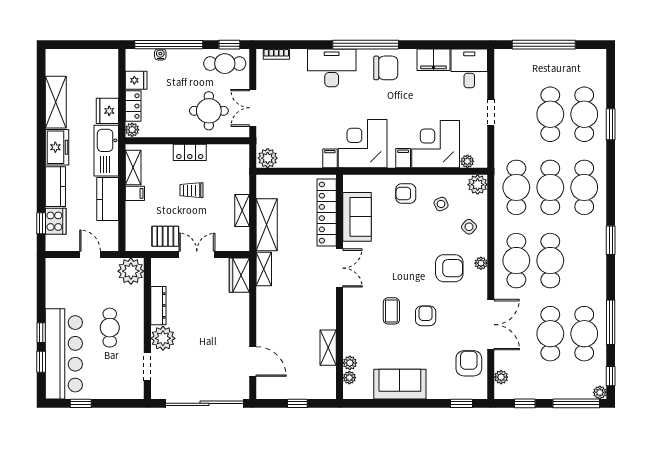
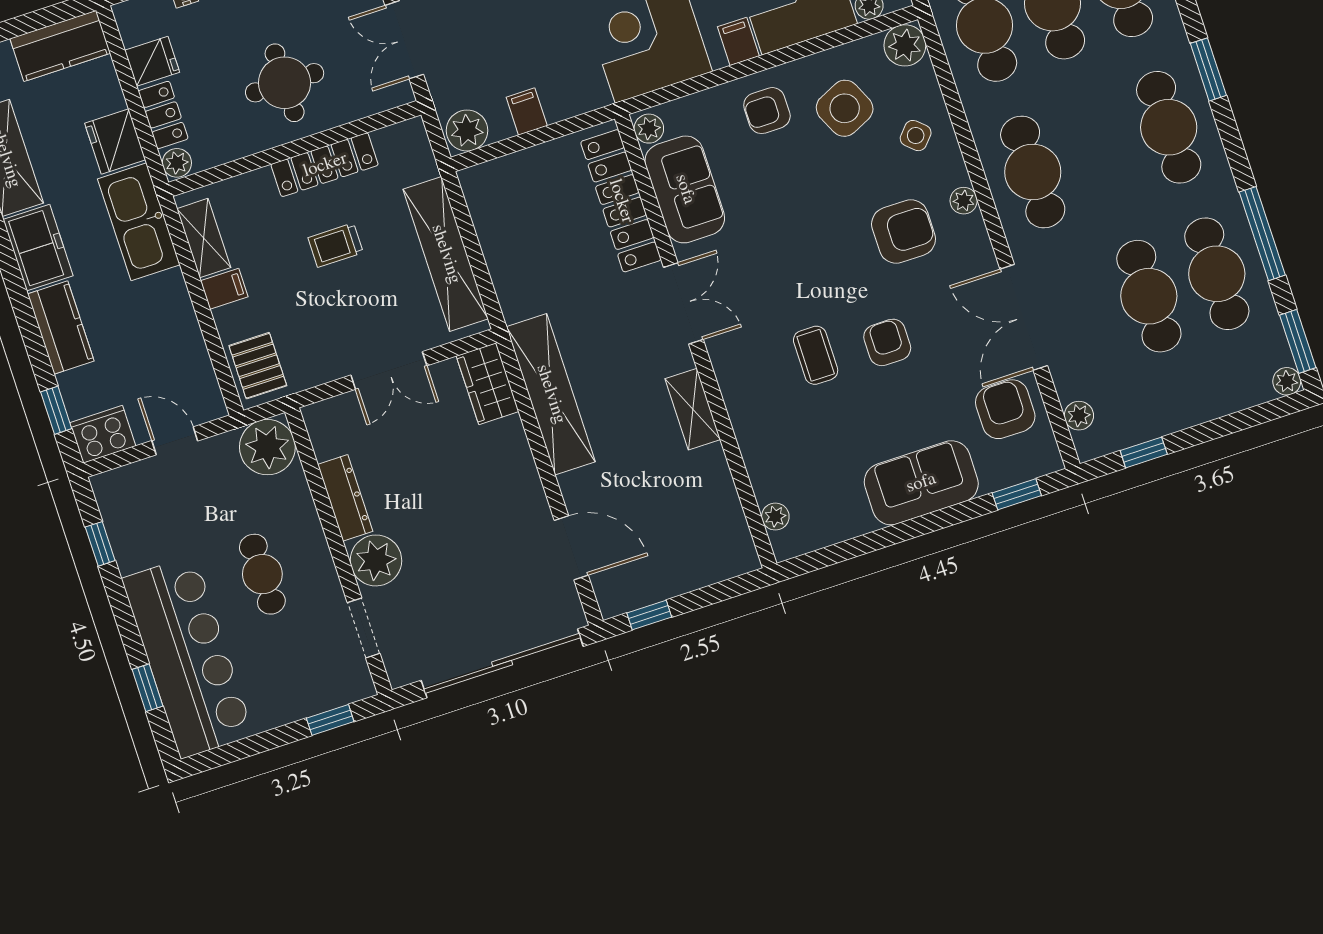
round table: (209, 111) -> (285, 83), moved
locker: (190, 152) -> (325, 165), width x1.53
filing cabinet: (330, 158) -> (527, 111), moved
kitchen counter: (108, 199) -> (60, 46), moved, turned -90
side table: (441, 204) -> (845, 108), width x1.87, depth x1.87
shelving: (242, 211) -> (446, 254), width x2.20, depth x1.33
cooker: (56, 221) -> (103, 434), moved, turned -90
shelving: (267, 225) -> (509, 265), removed
pallet: (165, 236) -> (258, 366), moved, turned 90
double door: (197, 255) -> (389, 370), swing flipped
cafe table: (550, 261) -> (1169, 127), moved
shelving: (264, 269) -> (551, 394), width x2.20, depth x1.33
double door: (491, 325) -> (1024, 317), swing flipped
window: (41, 333) -> (100, 544), moved
shelving: (328, 348) -> (693, 409), moved
plant: (350, 363) -> (649, 129), moved
window: (611, 376) -> (1298, 341), width x1.50
sofa: (400, 384) -> (921, 483), moved
window: (81, 403) -> (330, 720), moved
window: (297, 403) -> (649, 615), moved
window: (576, 403) -> (1247, 419), removed

